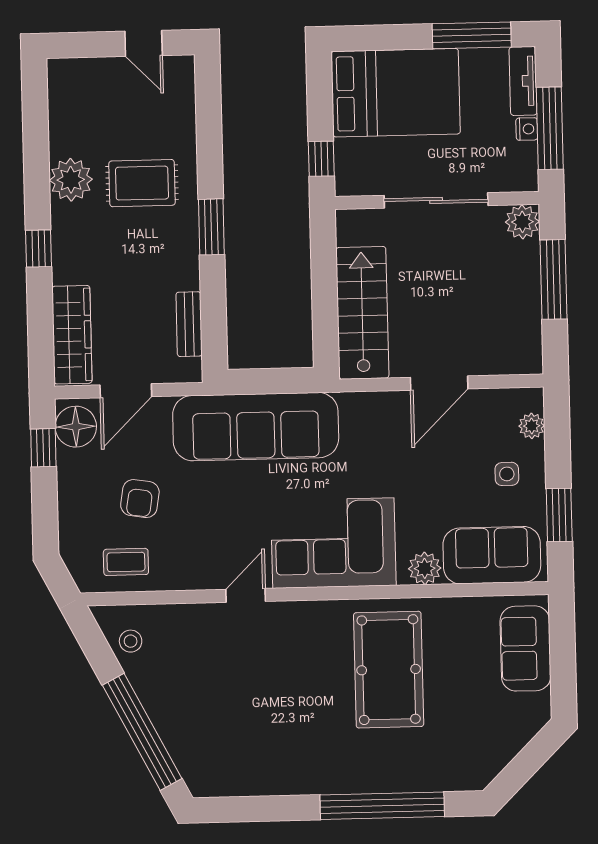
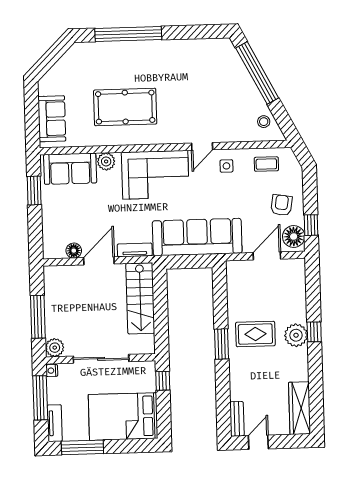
door: (144, 43) -> (258, 442), hinge flipped
nightstand: (527, 129) -> (52, 371), moved
plant: (71, 180) -> (296, 335), moved
rug: (142, 183) -> (255, 334), moved
bench: (189, 324) -> (237, 419), moved
wardrobe: (72, 335) -> (300, 408), moved
floor lamp: (486, 402) -> (74, 251), added
tv unit: (372, 403) -> (135, 250), added
plant: (532, 426) -> (49, 238), removed
side table: (507, 474) -> (226, 166), moved
armchair: (140, 499) -> (281, 205), moved
pool table: (389, 670) -> (125, 107), turned 90

